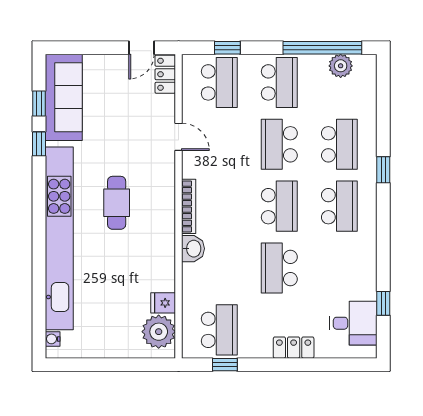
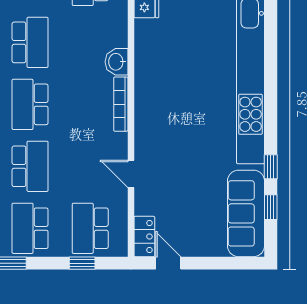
door: (141, 48) -> (168, 263), hinge flipped
cafe table: (117, 203) -> (193, 108), removed

